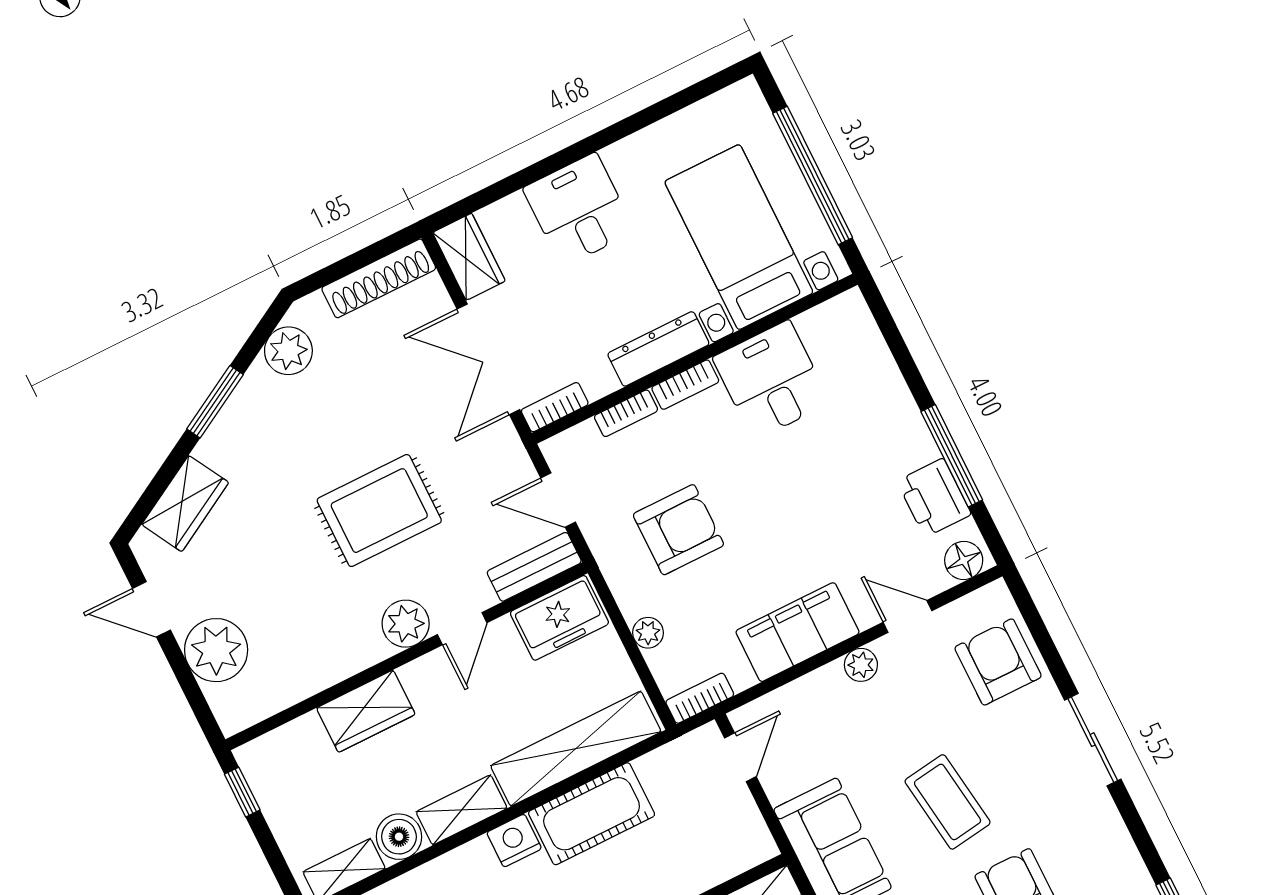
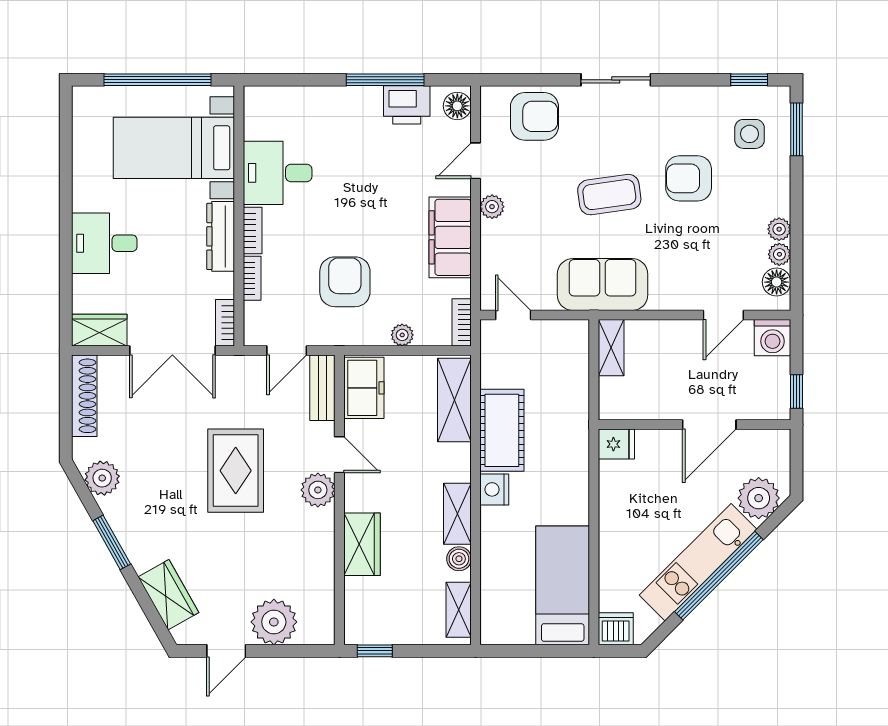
armchair: (998, 662) -> (534, 116), turned 180
shelving: (576, 749) -> (454, 400), width x0.68
boiler: (399, 837) -> (459, 559), width x0.73, depth x0.73

